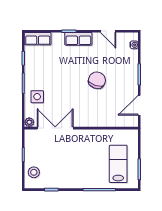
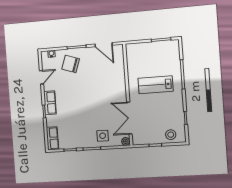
chair: (97, 80) -> (71, 64), moved
lab bench: (118, 164) -> (155, 85), moved

